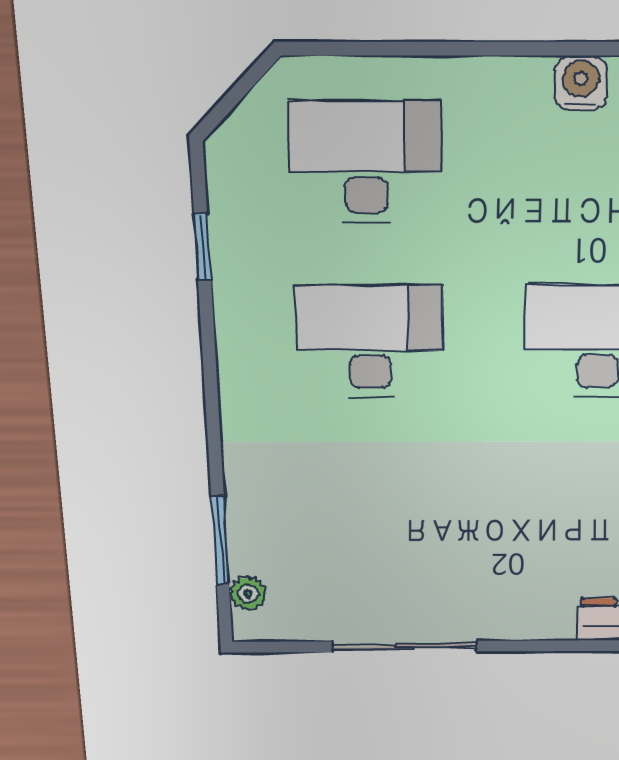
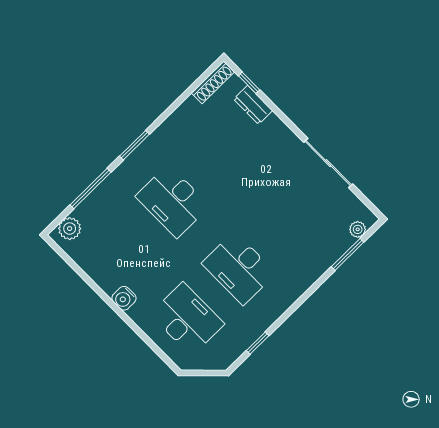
water cooler: (581, 83) -> (124, 298), moved
desk: (366, 162) -> (187, 319), turned 180

